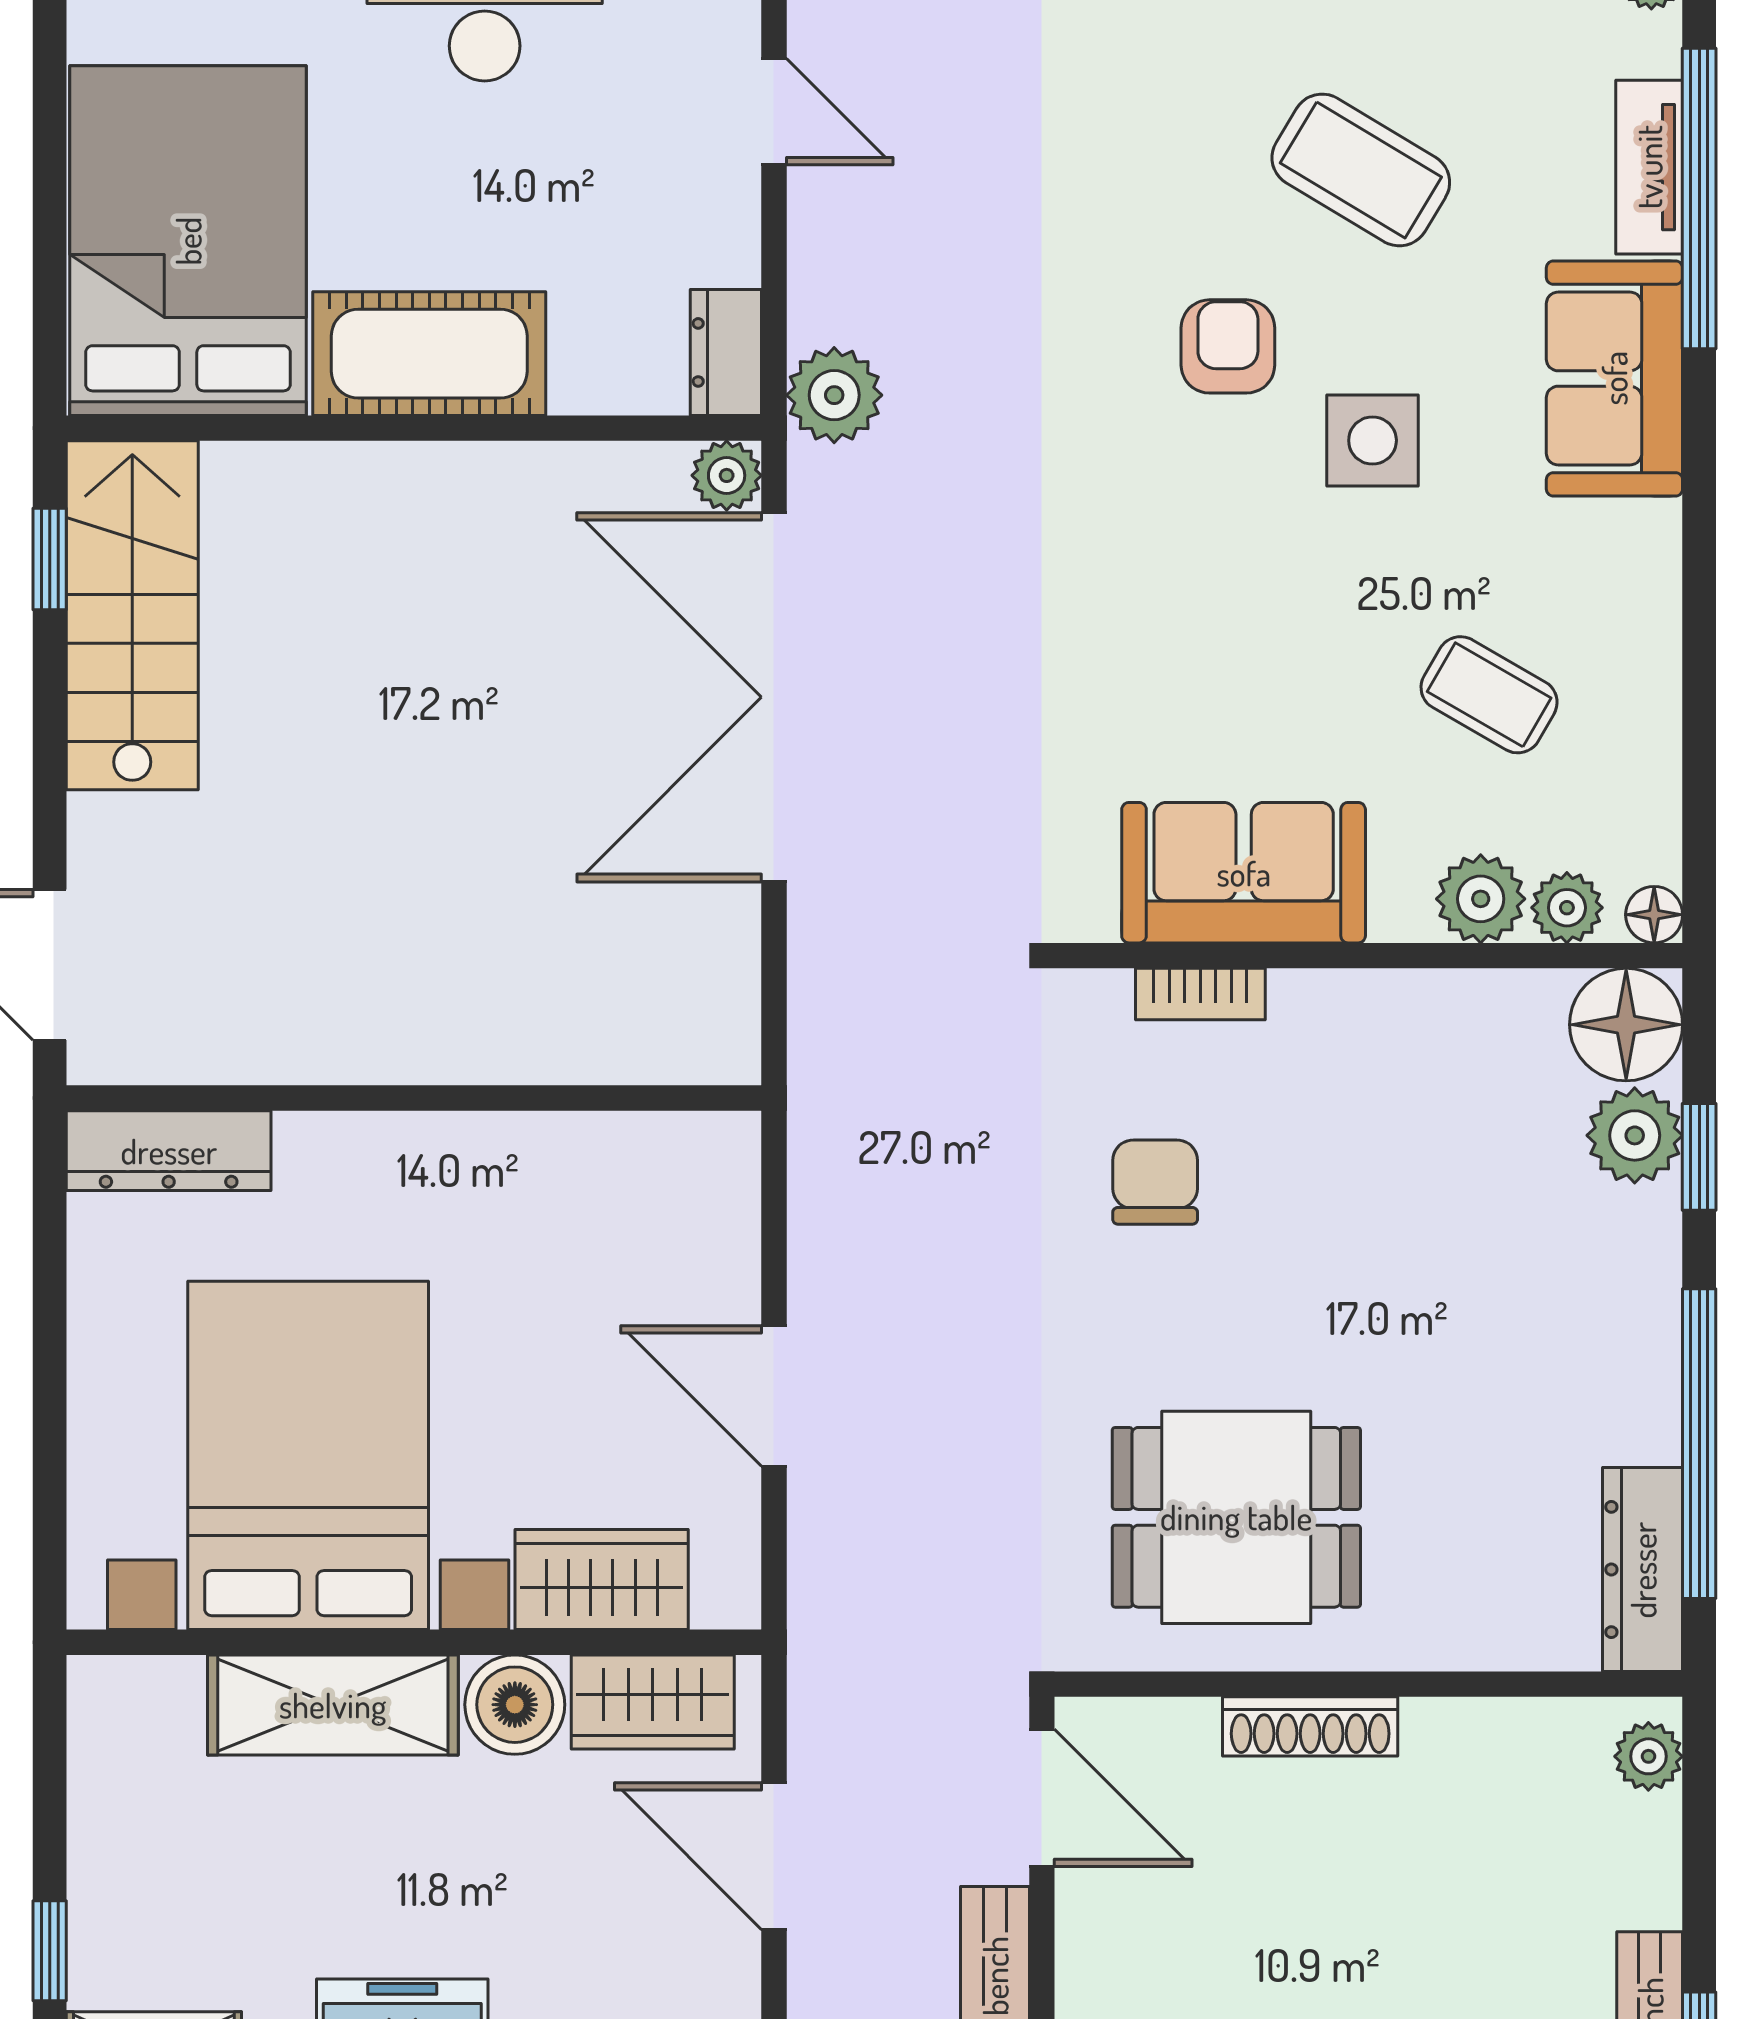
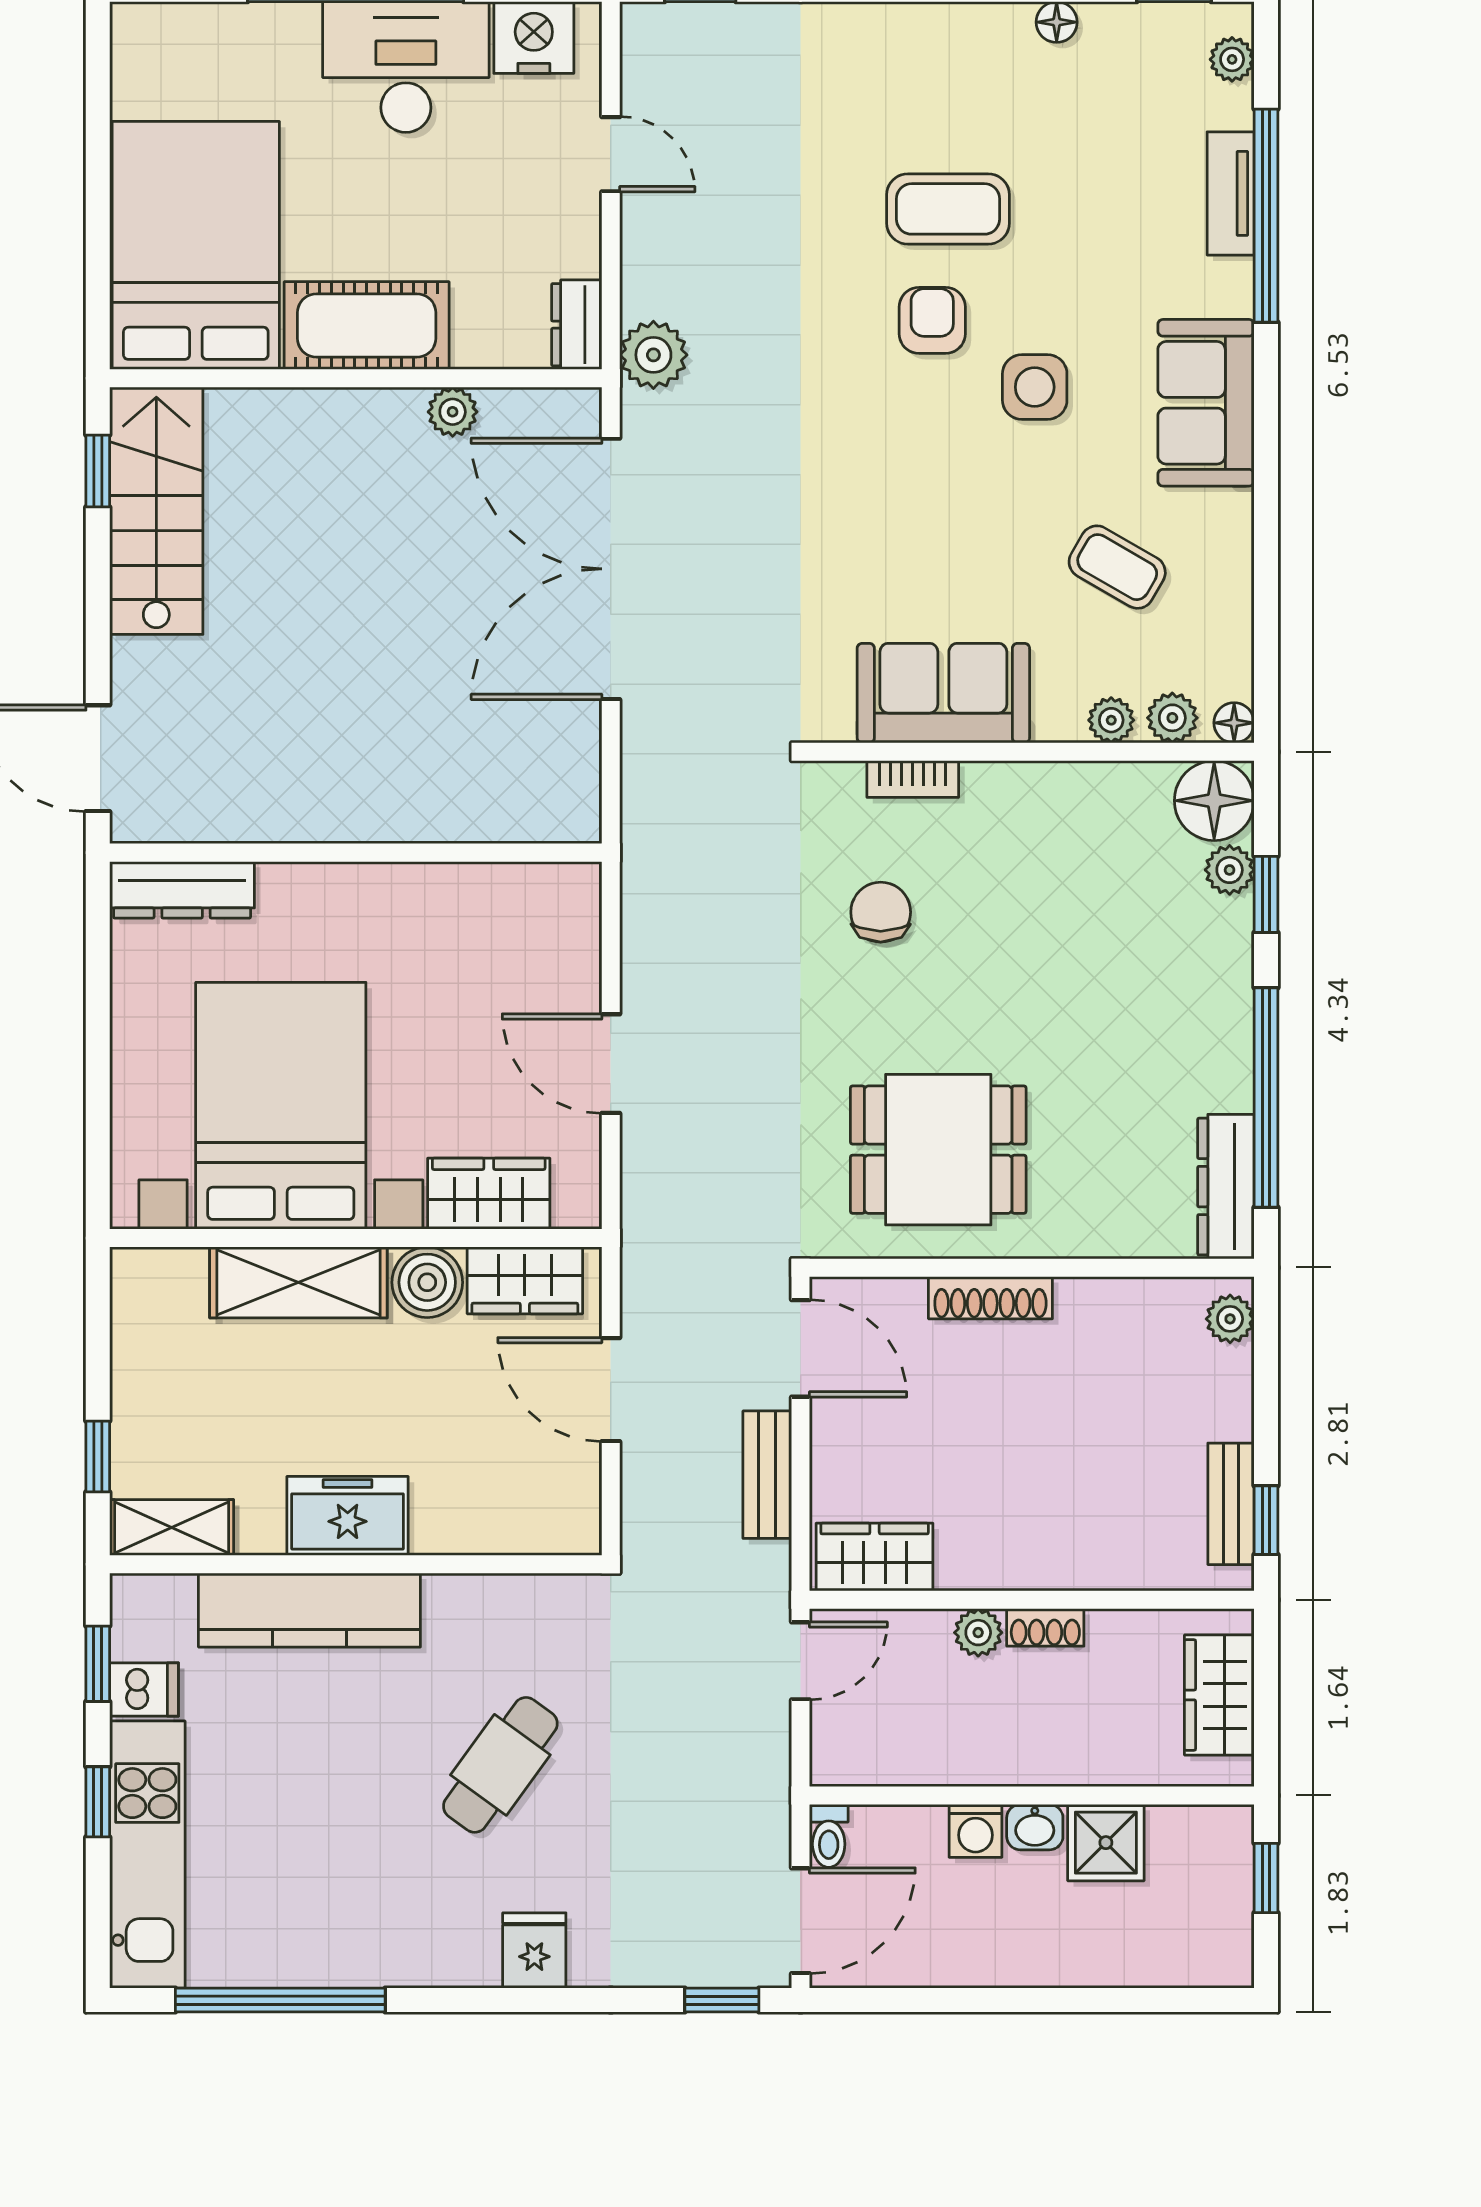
coffee table: (1361, 170) -> (948, 209), moved, turned -31
sofa: (1614, 378) -> (1206, 403), moved
plant: (727, 475) -> (453, 412), moved
plant: (1481, 899) -> (1111, 720), width x0.73, depth x0.73
plant: (1635, 1135) -> (1230, 870), width x0.73, depth x0.73

